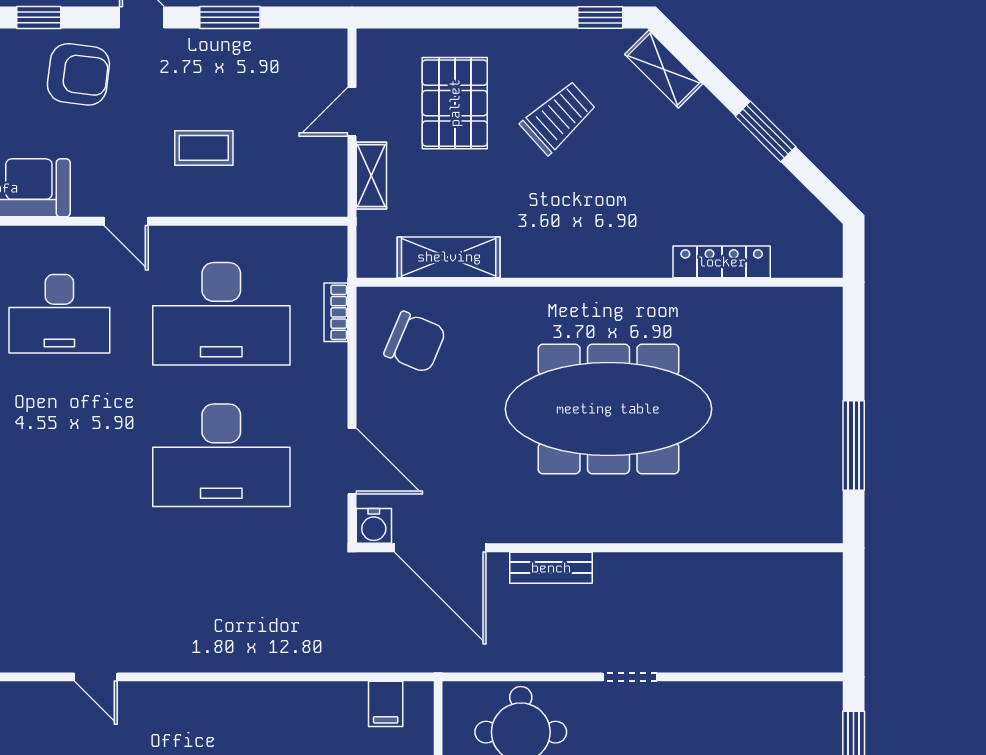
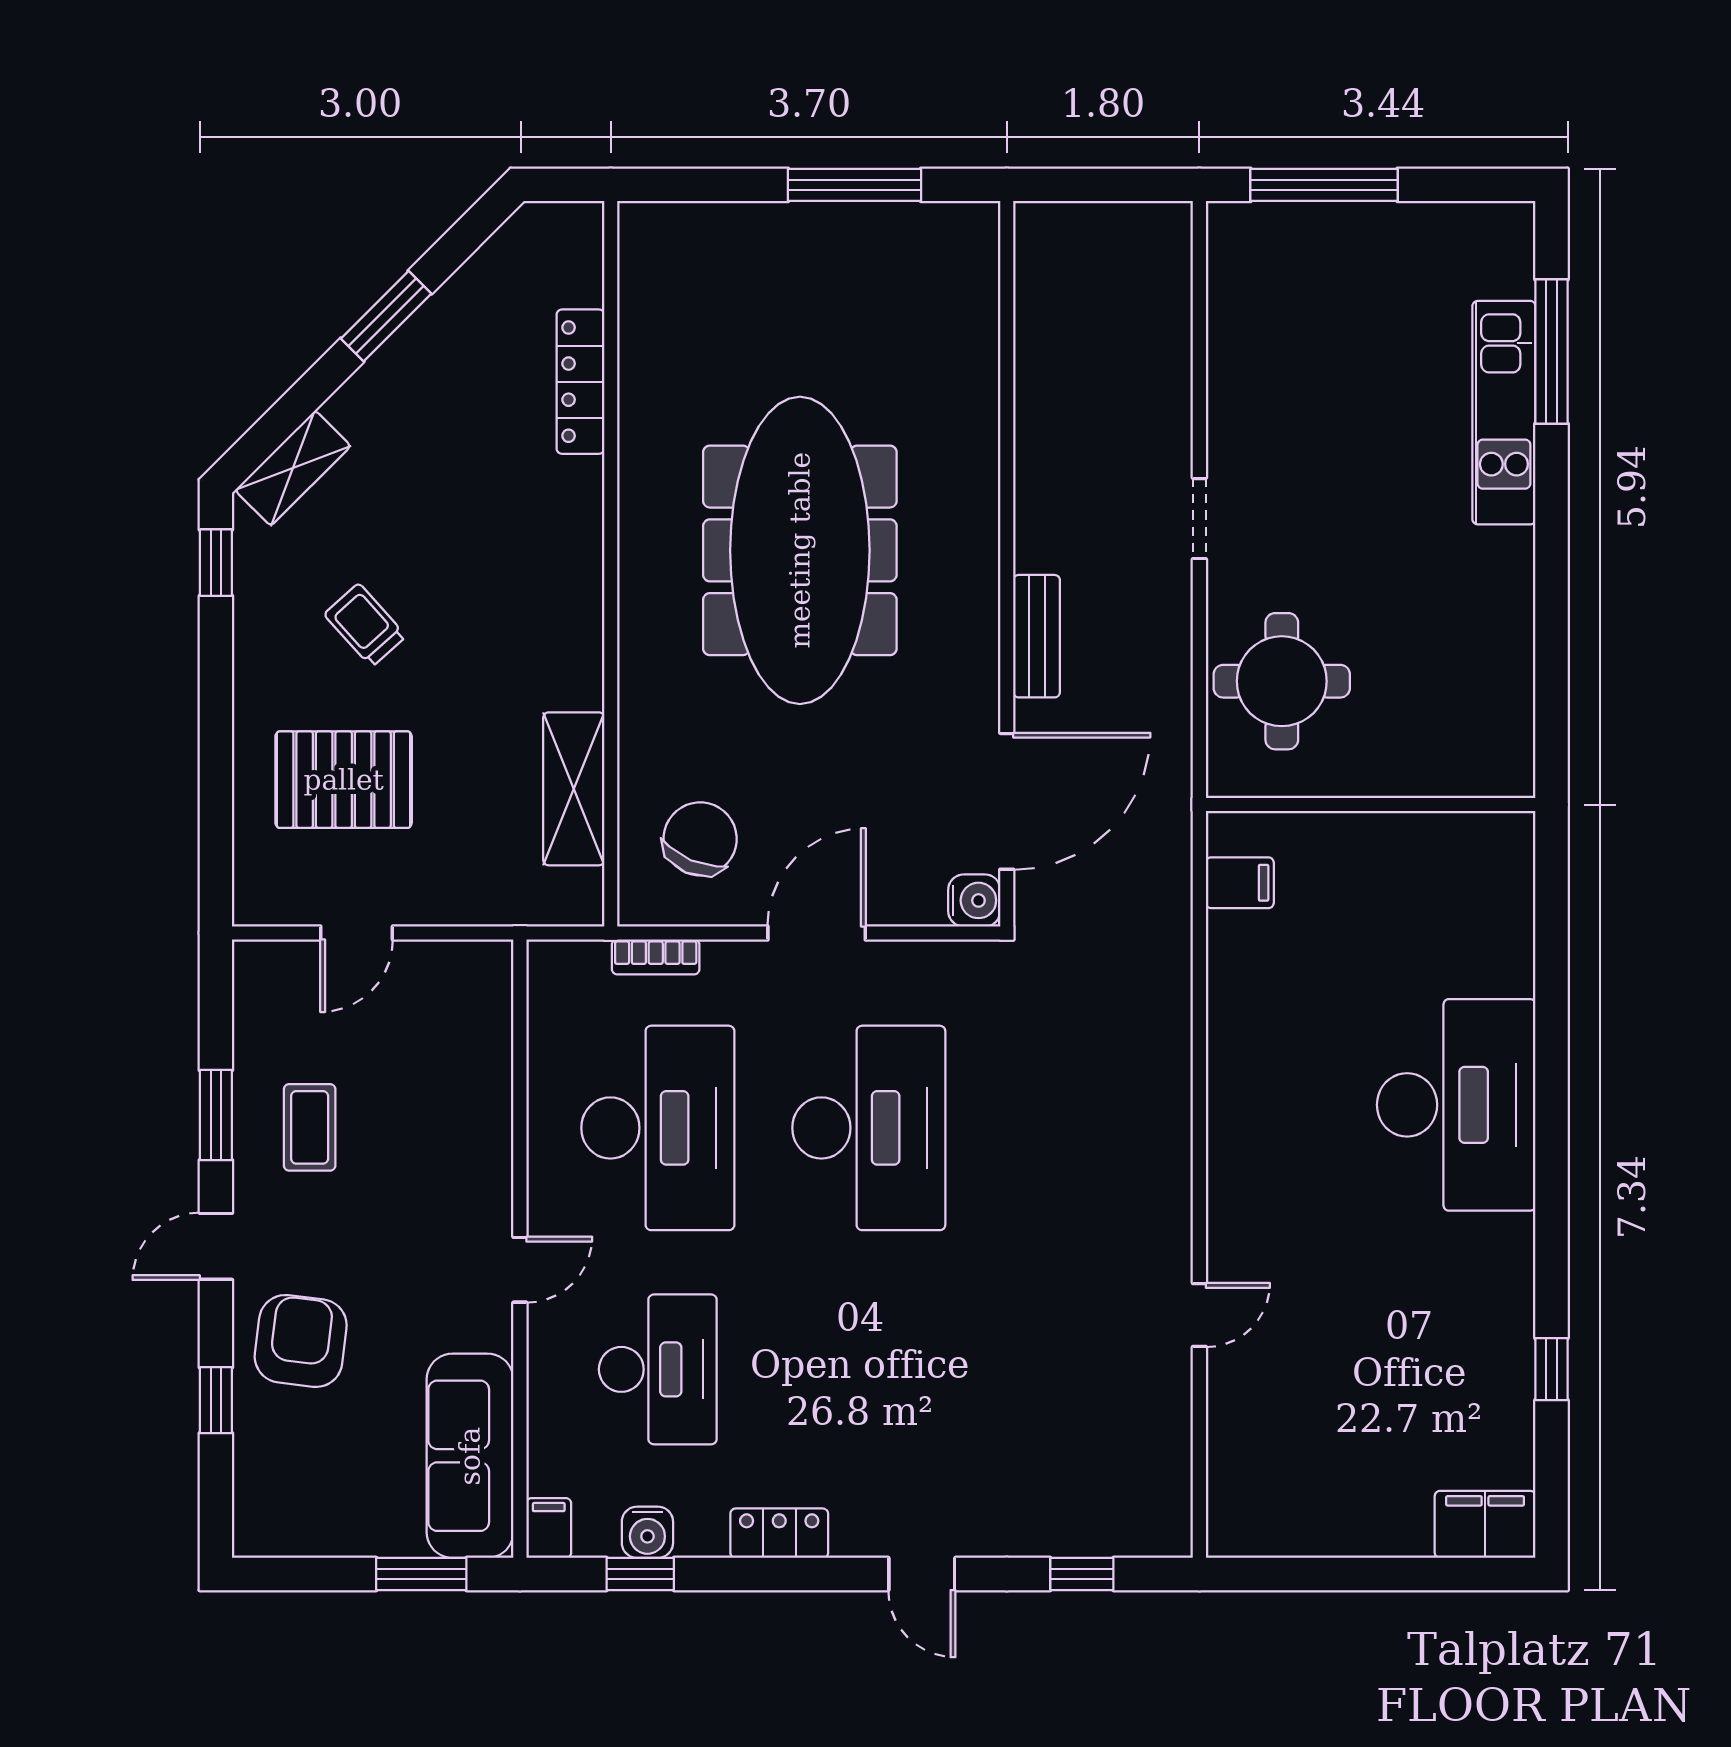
door: (352, 112) -> (357, 933), hinge flipped
trolley: (558, 117) -> (365, 625), width x0.73, depth x0.72
coffee table: (204, 148) -> (310, 1127), moved
shelving: (371, 176) -> (452, 904), removed
door: (352, 461) -> (817, 933), moved

